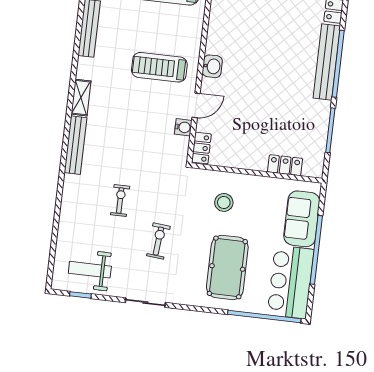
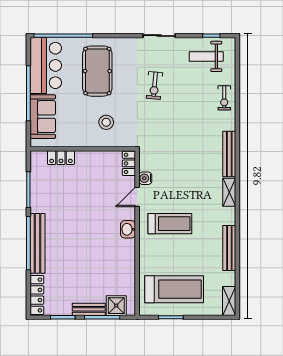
exercise bike: (120, 200) -> (224, 98), moved
weight bench: (90, 270) -> (206, 56), turned 180

